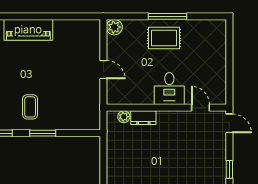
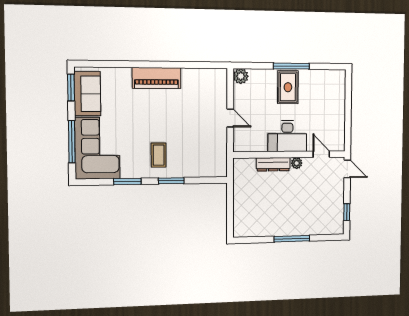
rug: (164, 38) -> (288, 87), turned 90
desk: (169, 89) -> (287, 136), width x1.37
plant: (124, 117) -> (297, 163), moved
dresser: (143, 118) -> (273, 164), width x1.44

